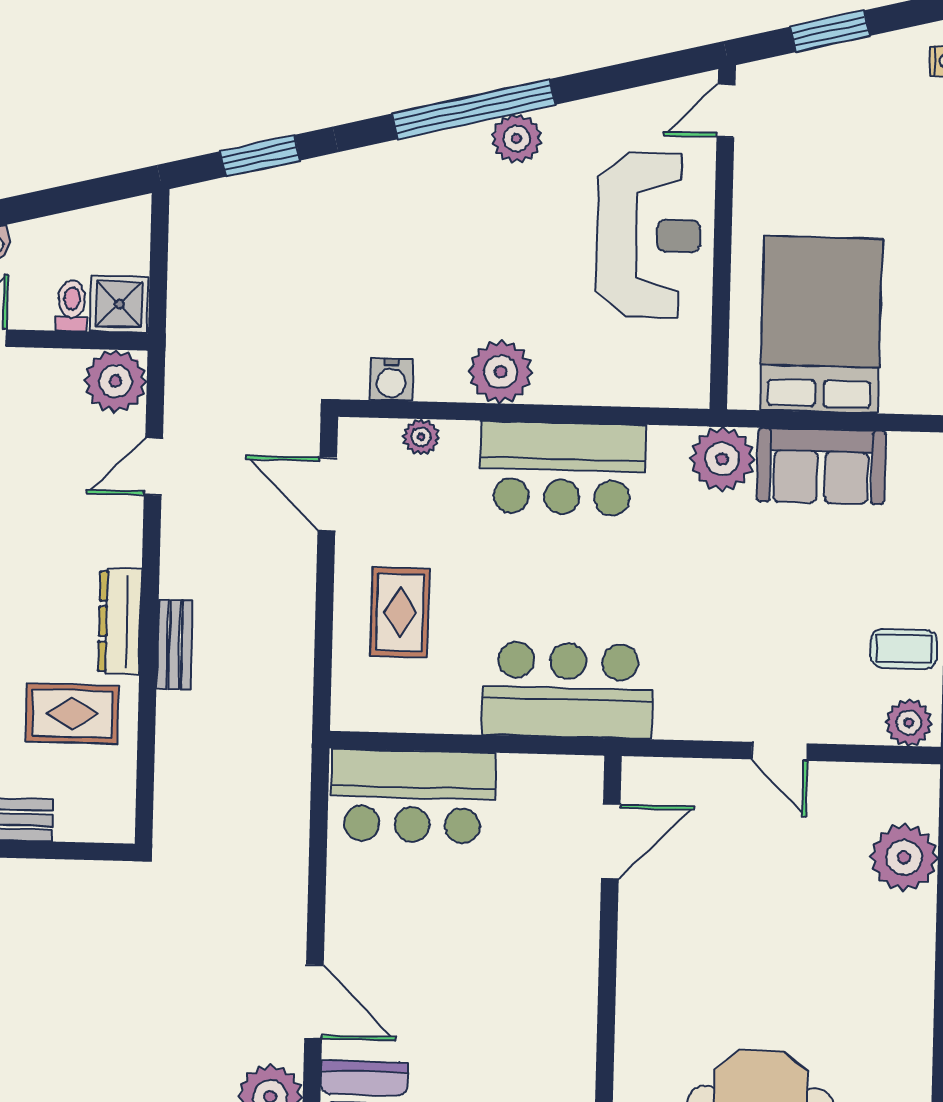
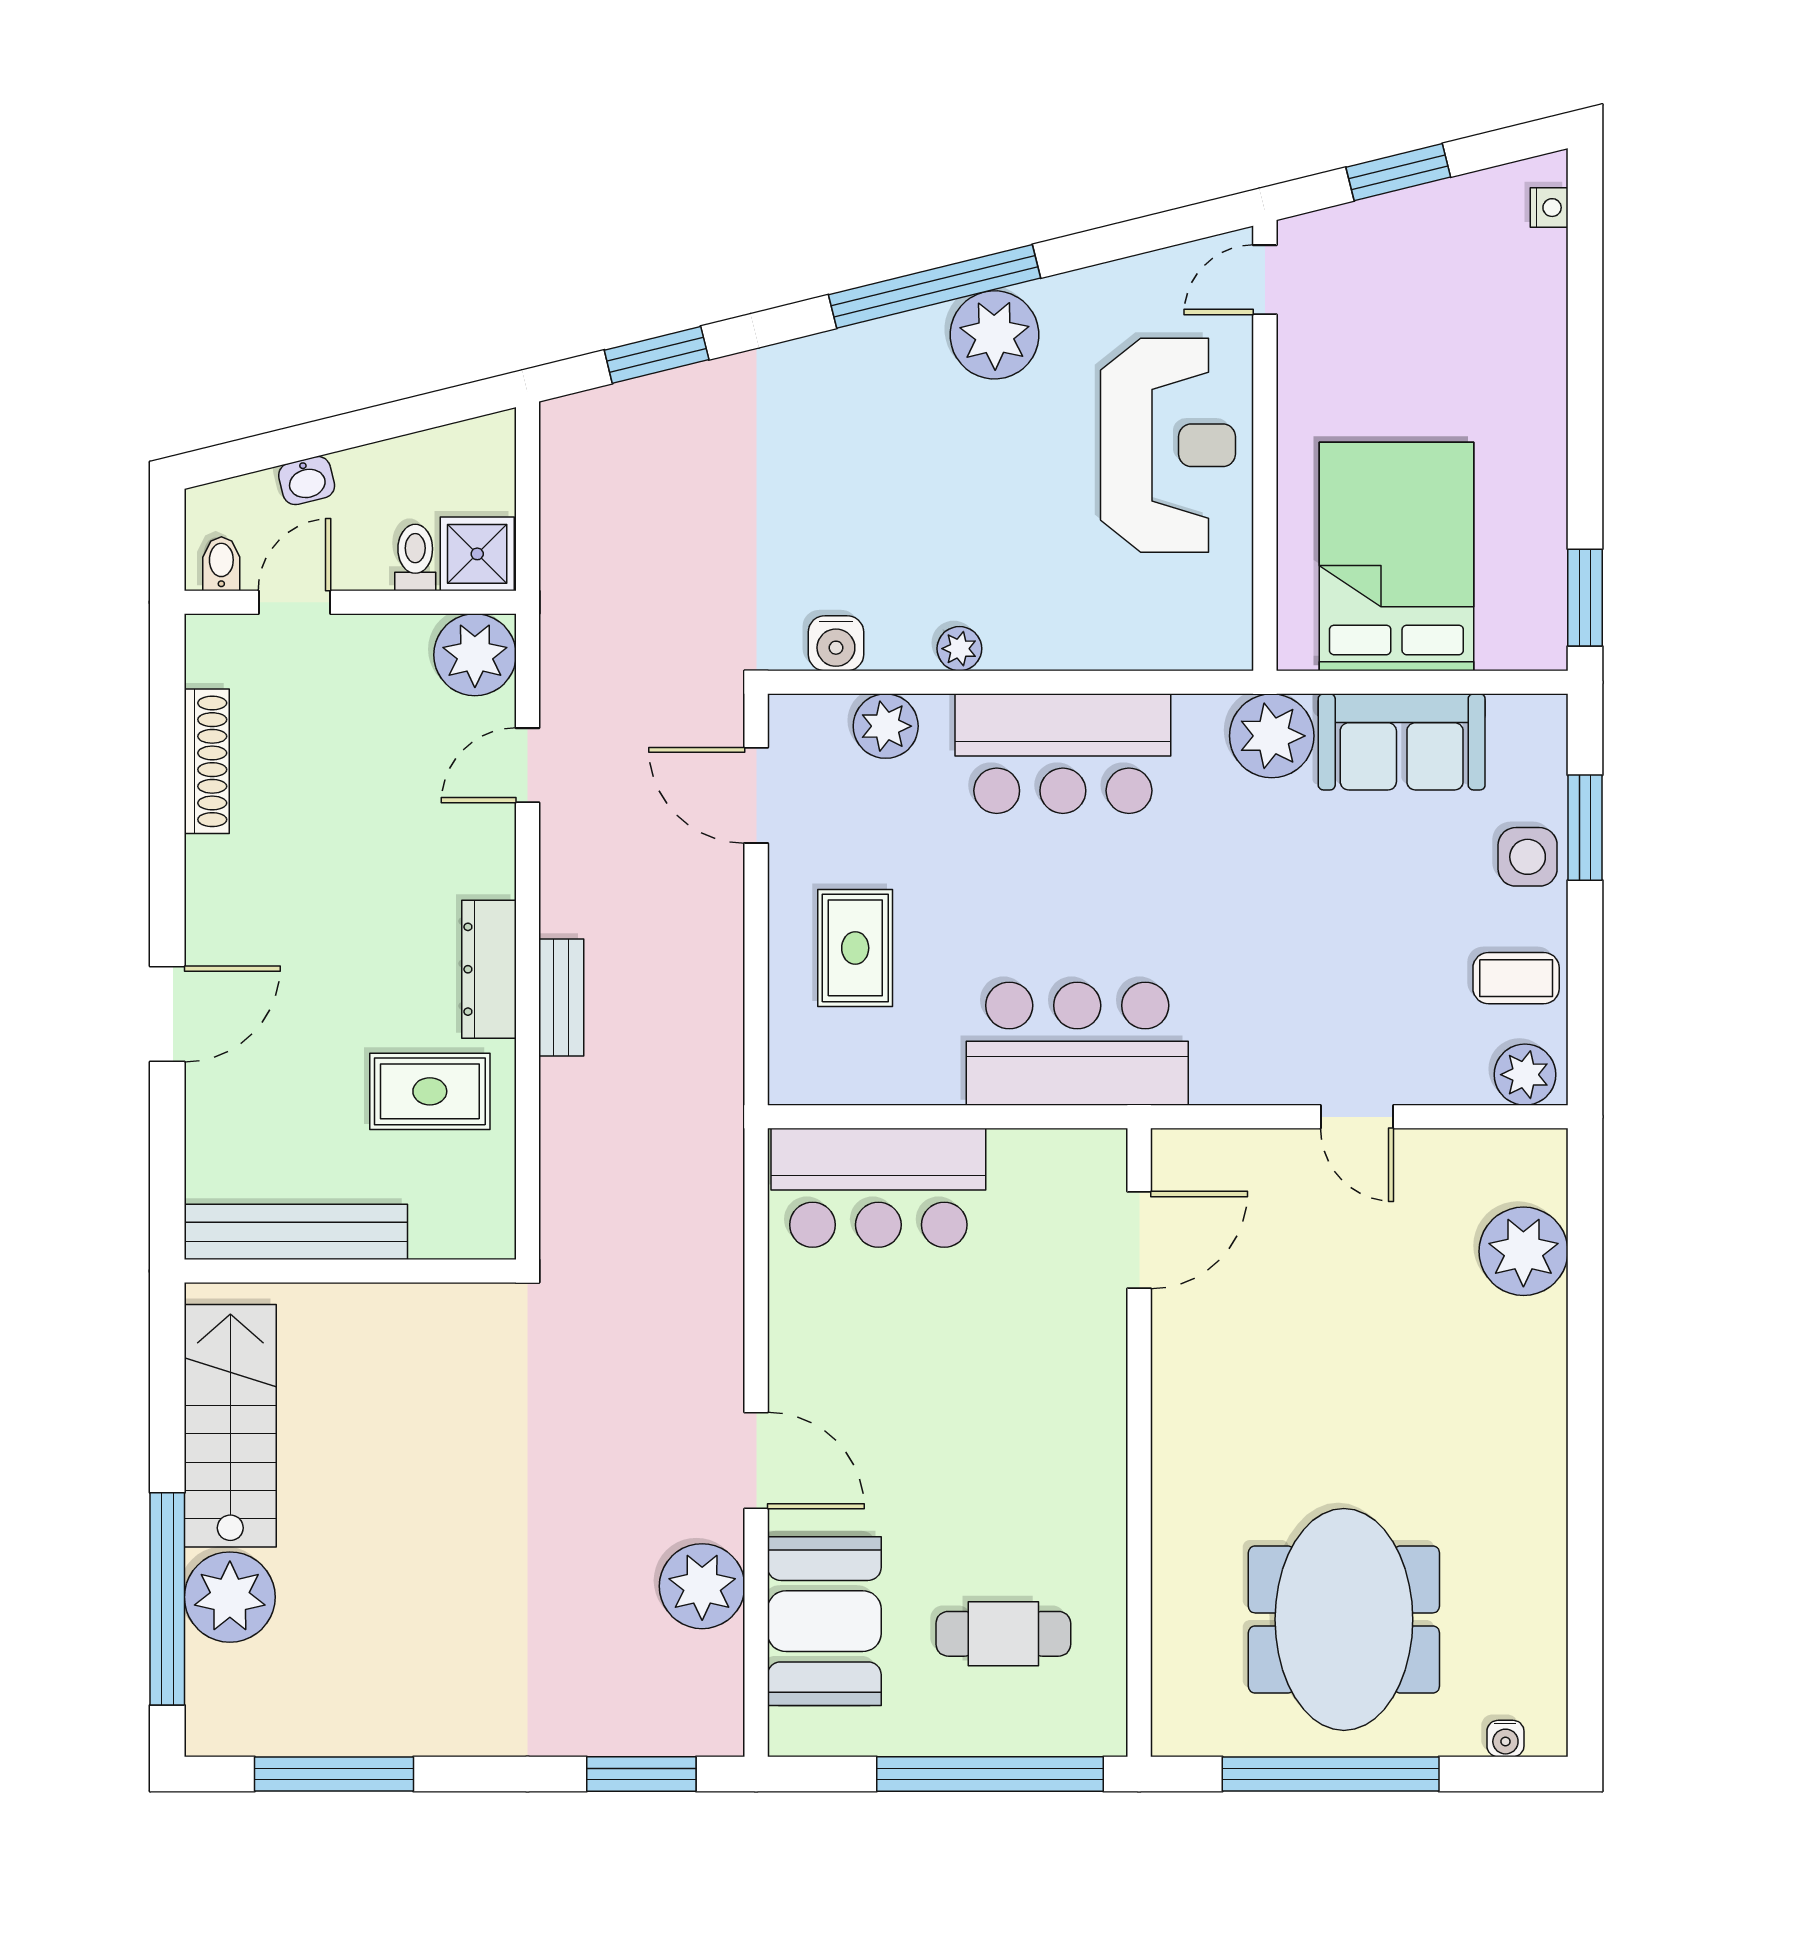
plant: (517, 139) -> (995, 335), width x1.36, depth x1.36
plant: (501, 372) -> (959, 649), width x0.53, depth x0.53
plant: (421, 437) -> (886, 726), width x1.38, depth x1.38
side table: (915, 556) -> (1528, 857), added

